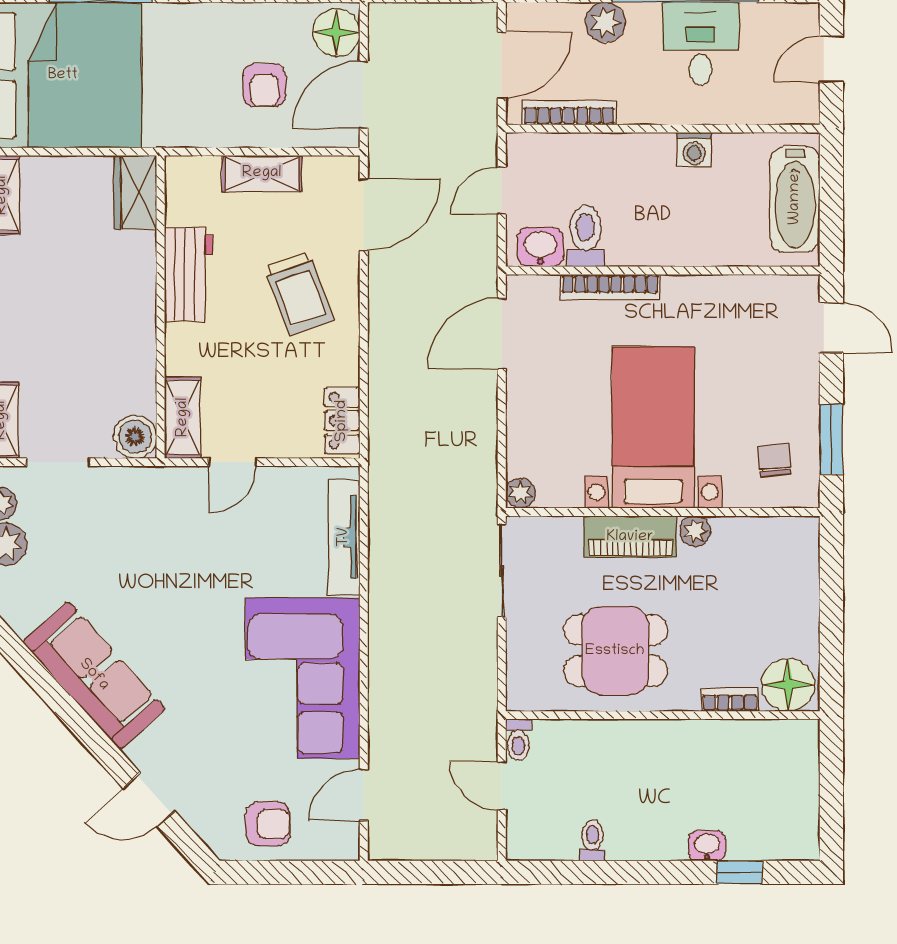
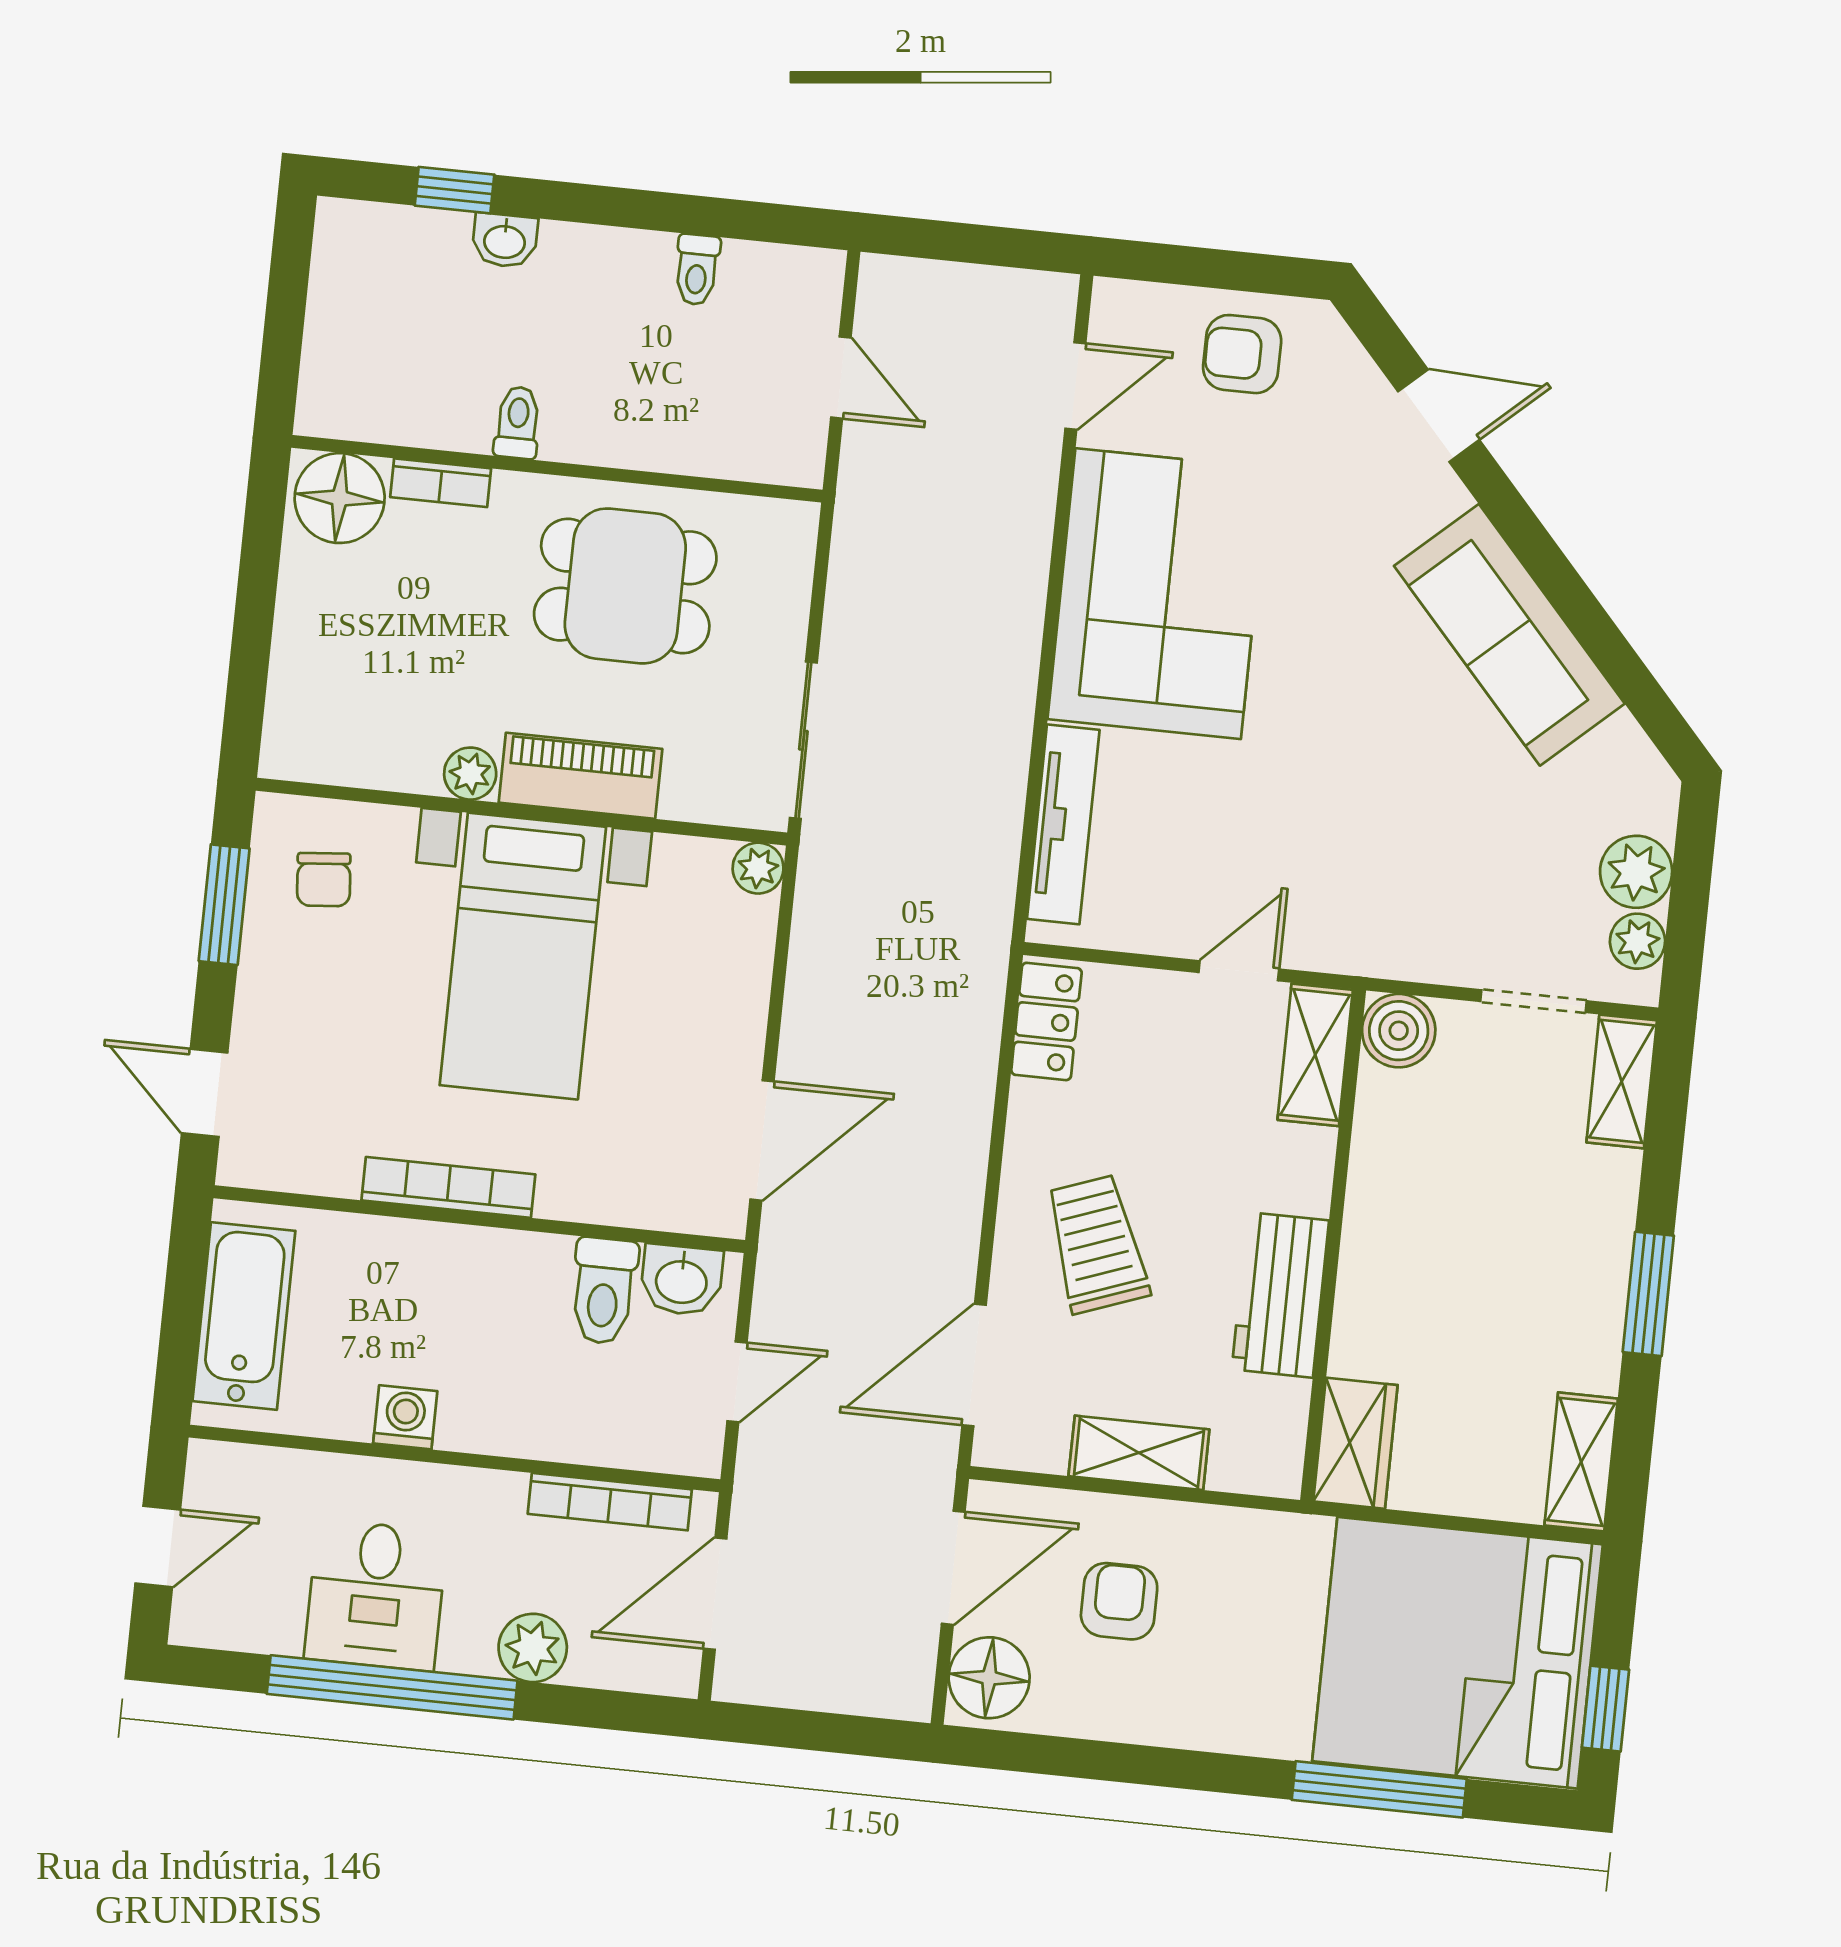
bookcase: (610, 287) -> (448, 1187), moved
toilet: (518, 740) -> (518, 423), moved

